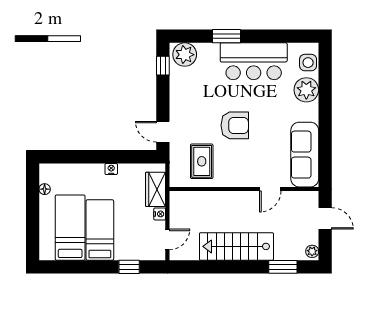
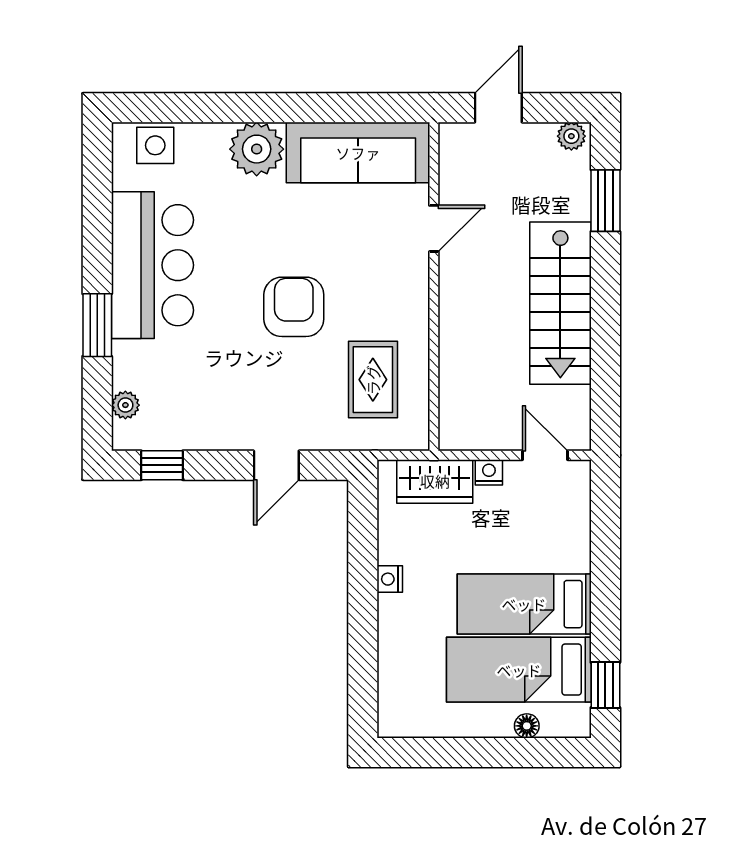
plant: (185, 55) -> (125, 405), width x0.53, depth x0.53
plant: (306, 90) -> (257, 149), moved
door: (163, 132) -> (276, 465), moved
rug: (202, 161) -> (373, 380), turned 90
floor lamp: (45, 189) -> (527, 726), moved
door: (270, 189) -> (434, 228), hinge flipped
window: (129, 267) -> (605, 685), moved

